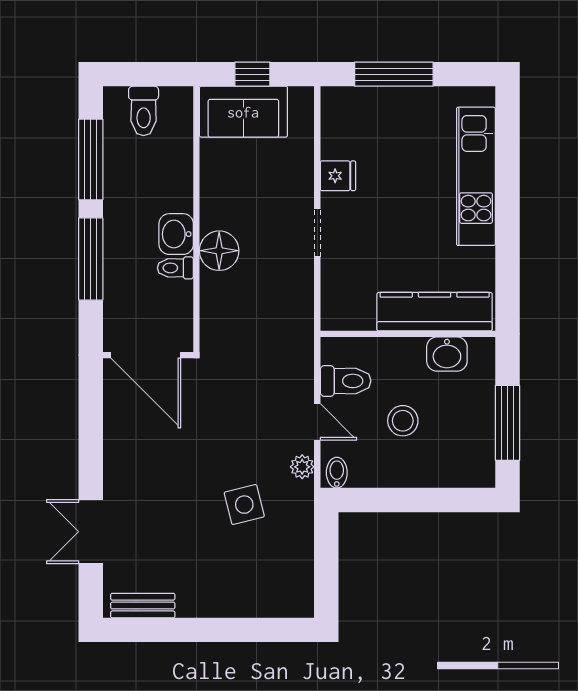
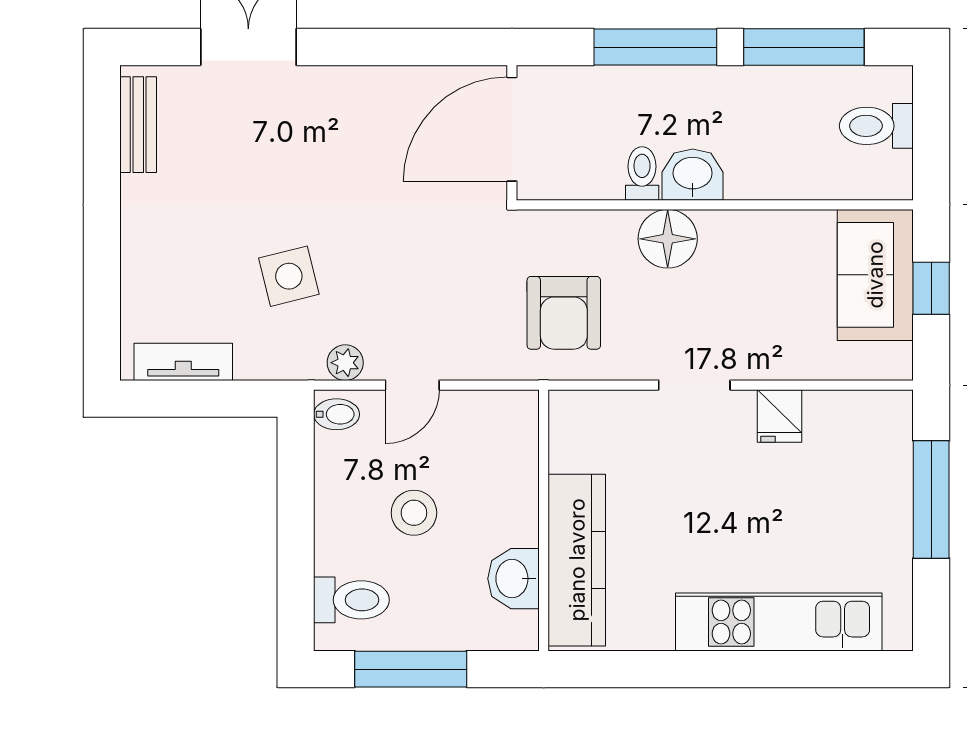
armchair: (269, 320) -> (564, 313), added
toilet: (346, 381) -> (351, 600), moved, turned -90
tv unit: (302, 575) -> (183, 362), added

